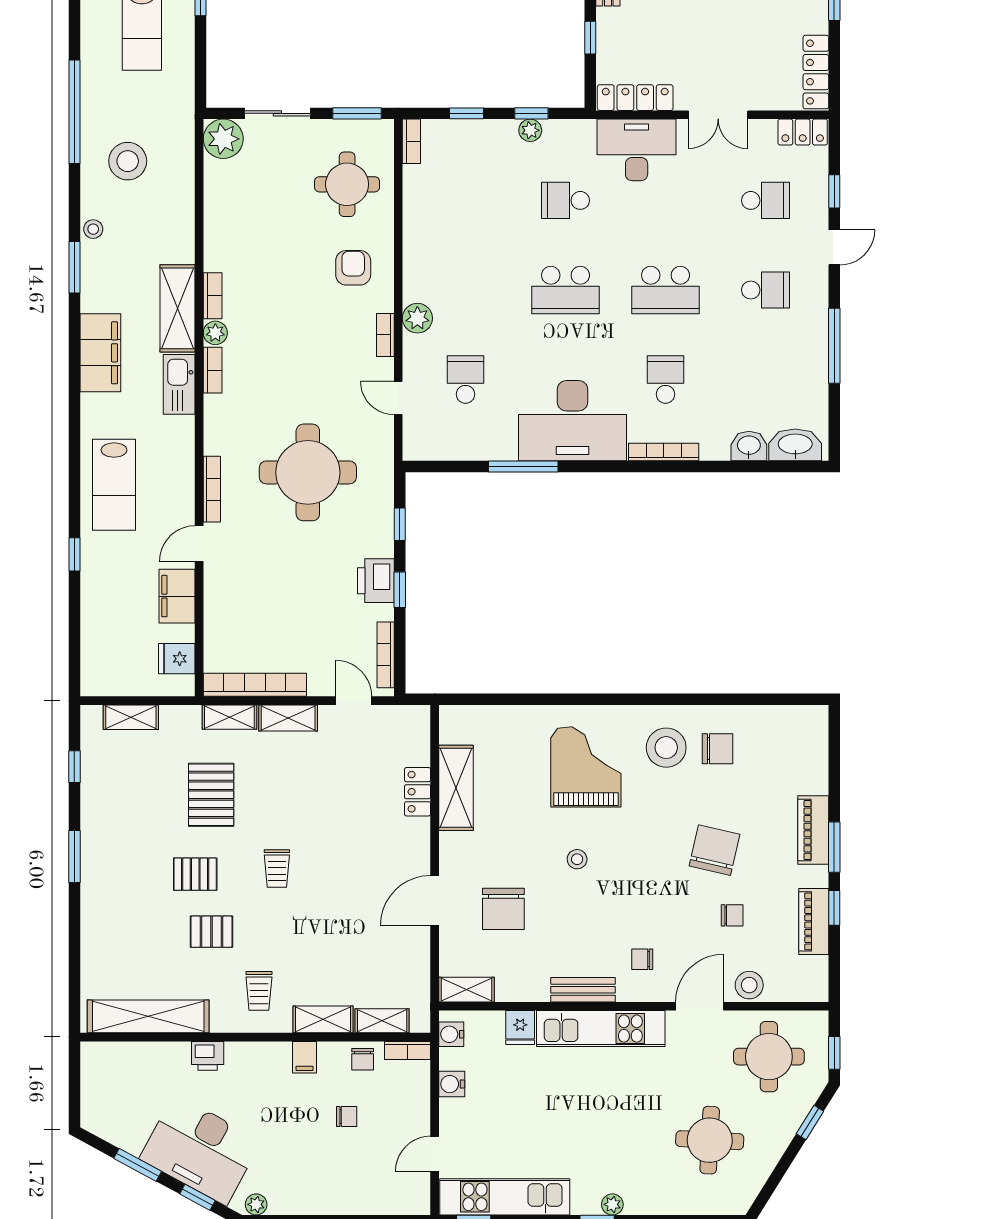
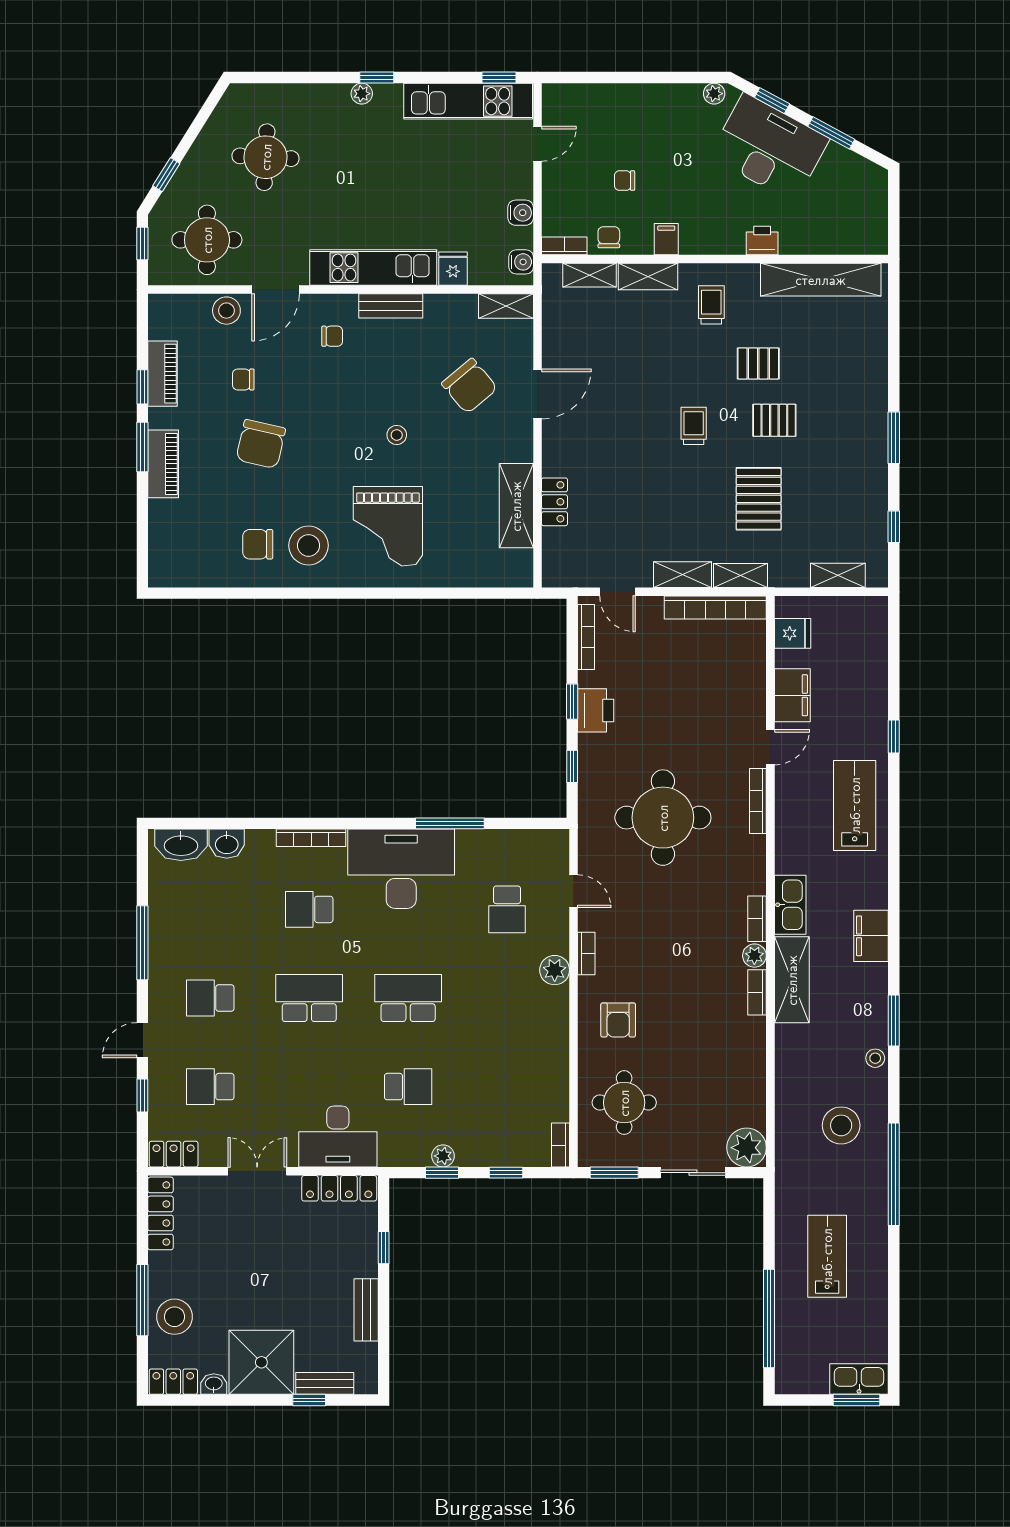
filing cabinet: (100, 353) -> (871, 936), width x0.67, depth x0.86
school desk: (666, 380) -> (309, 909), turned 90
chair: (503, 909) -> (470, 386), turned 140

